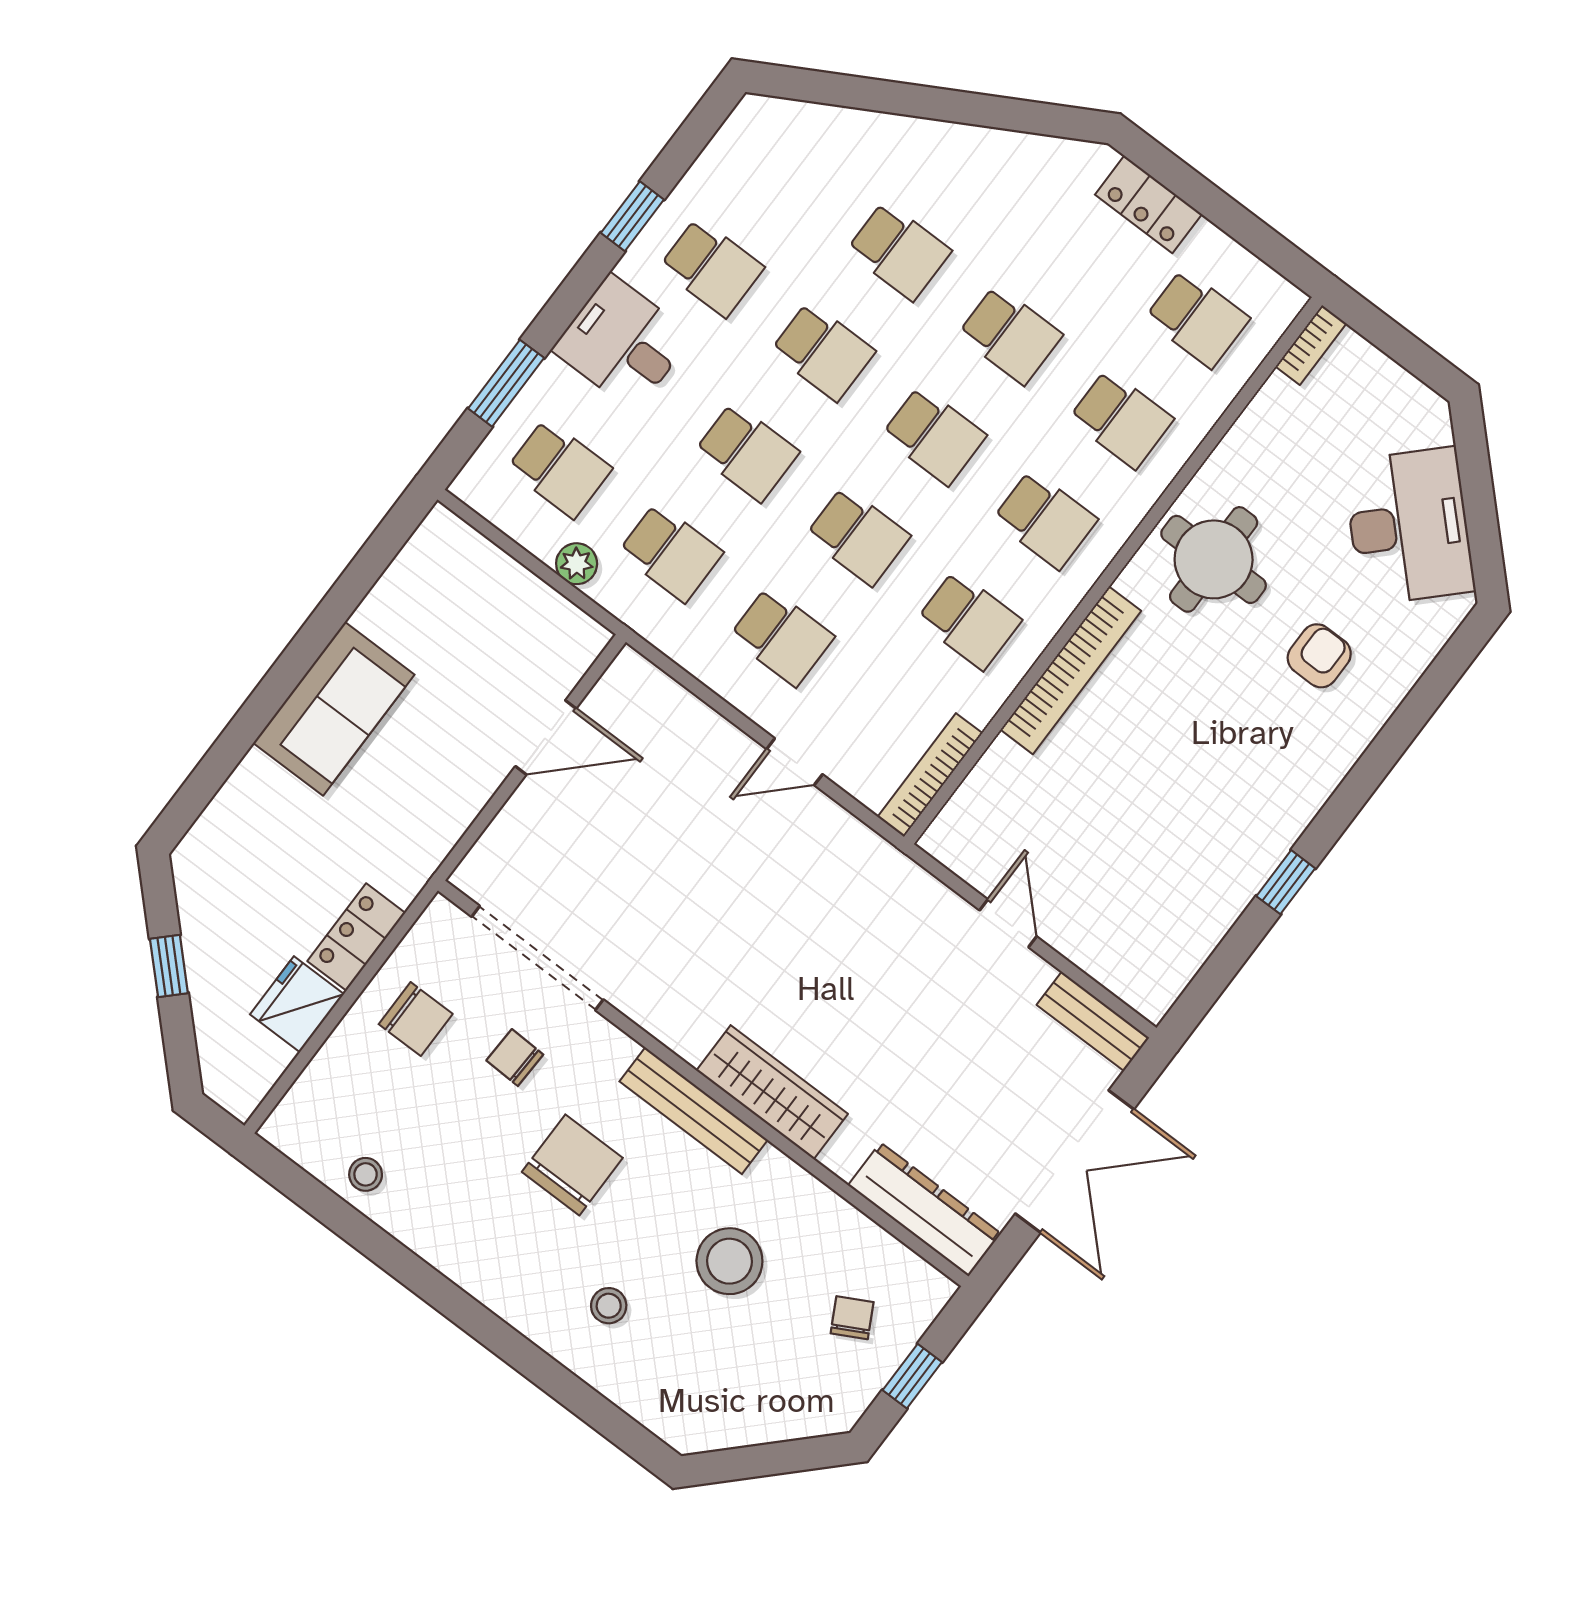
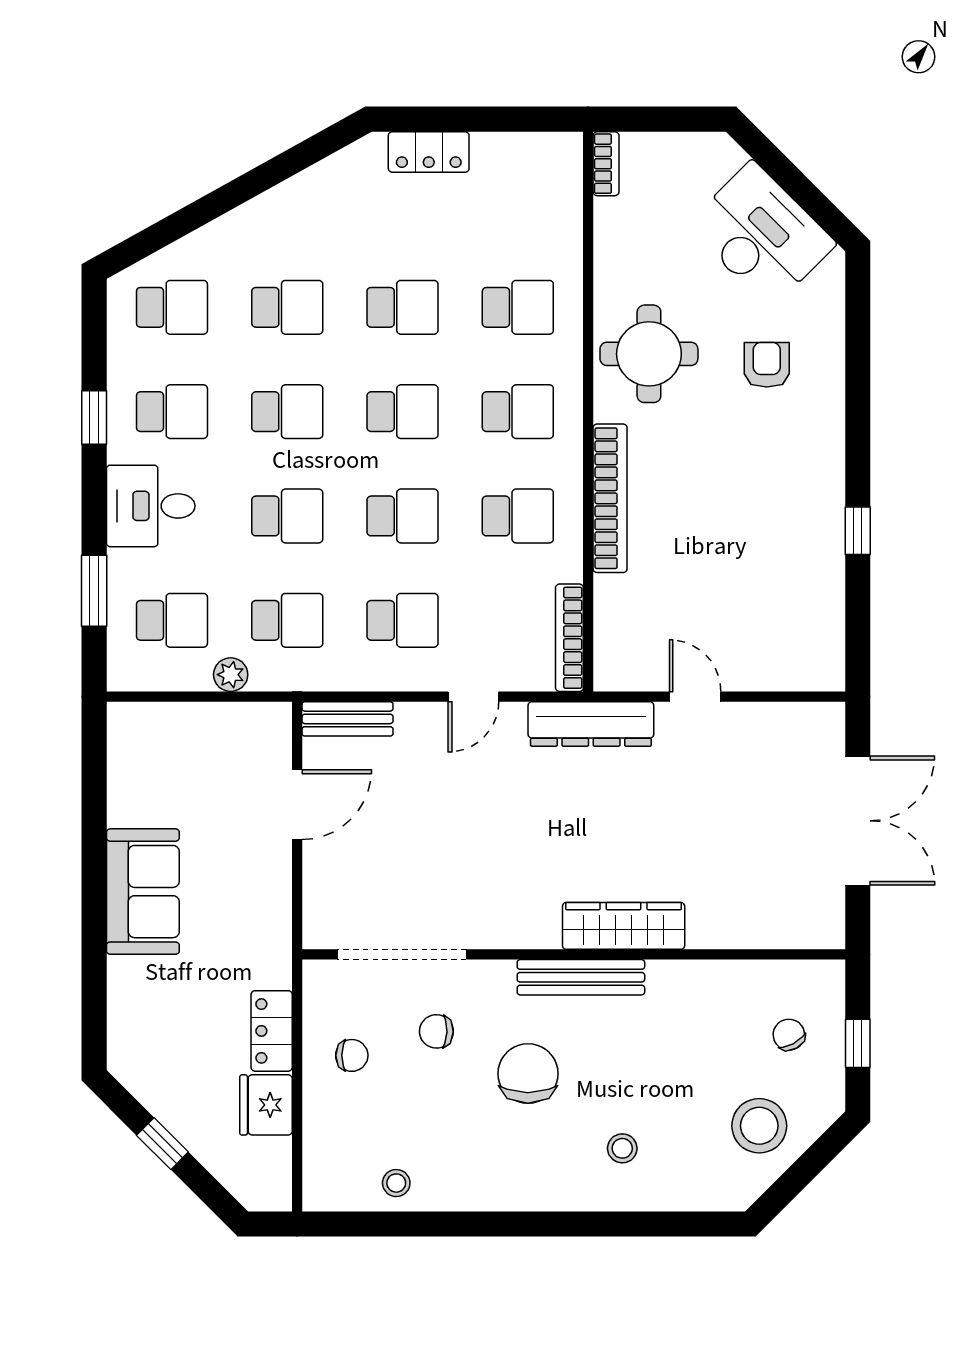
school desk: (1197, 318) -> (172, 307), moved
chair: (416, 1019) -> (352, 1055), width x0.73, depth x0.73
bench: (1093, 1021) -> (347, 719), moved
dresser: (925, 1209) -> (591, 724), moved, turned 180
stool: (729, 1261) -> (759, 1126), moved

